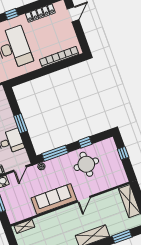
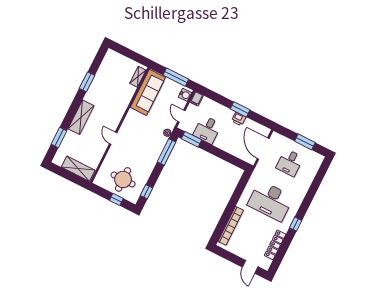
window: (21, 123) -> (192, 139), moved
window: (85, 142) -> (146, 192), moved
round table: (86, 164) -> (123, 179), moved
sofa: (54, 199) -> (148, 92), moved

